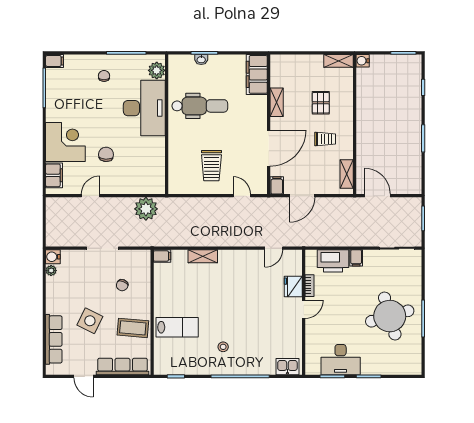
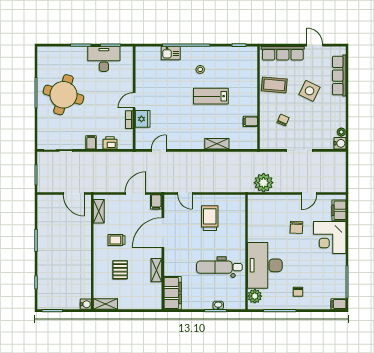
filing cabinet: (162, 256) -> (250, 121), moved
printer: (333, 261) -> (110, 143), width x0.53, depth x0.68
round table: (390, 316) -> (63, 95), turned 32
lab bench: (177, 327) -> (211, 96), moved
kitchen sink: (287, 367) -> (171, 53), moved

